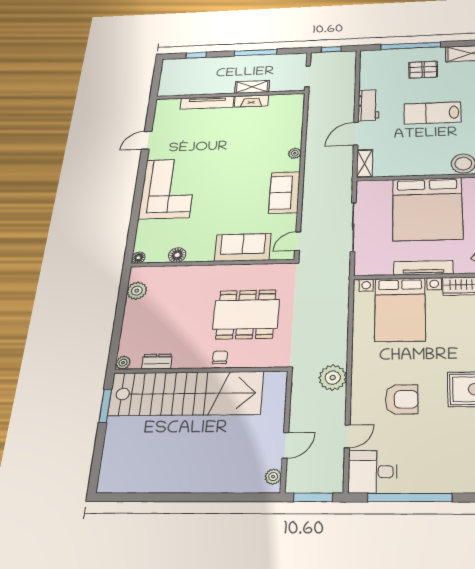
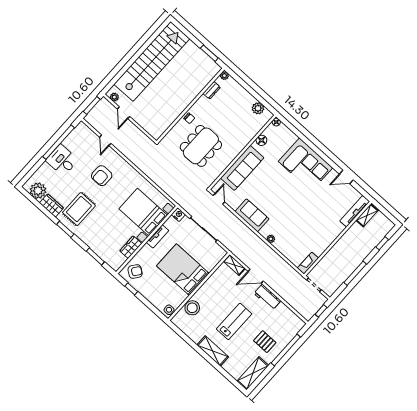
pallet: (423, 70) -> (265, 342), turned 90
shelving: (252, 87) -> (367, 215), moved
fireplace: (251, 101) -> (308, 263), moved
tv unit: (207, 103) -> (355, 211), moved
door: (356, 134) -> (256, 276), swing flipped
door: (147, 140) -> (346, 177), swing flipped
bed: (427, 209) -> (183, 270), width x0.73
sofa: (243, 247) -> (242, 168), width x1.36
nightstand: (362, 268) -> (178, 215), added
tv unit: (423, 268) -> (158, 236), width x0.71
plant: (333, 378) -> (137, 157), removed
stairs: (186, 393) -> (152, 61), moved, turned 180
desk: (373, 472) -> (62, 160), moved, turned -90

